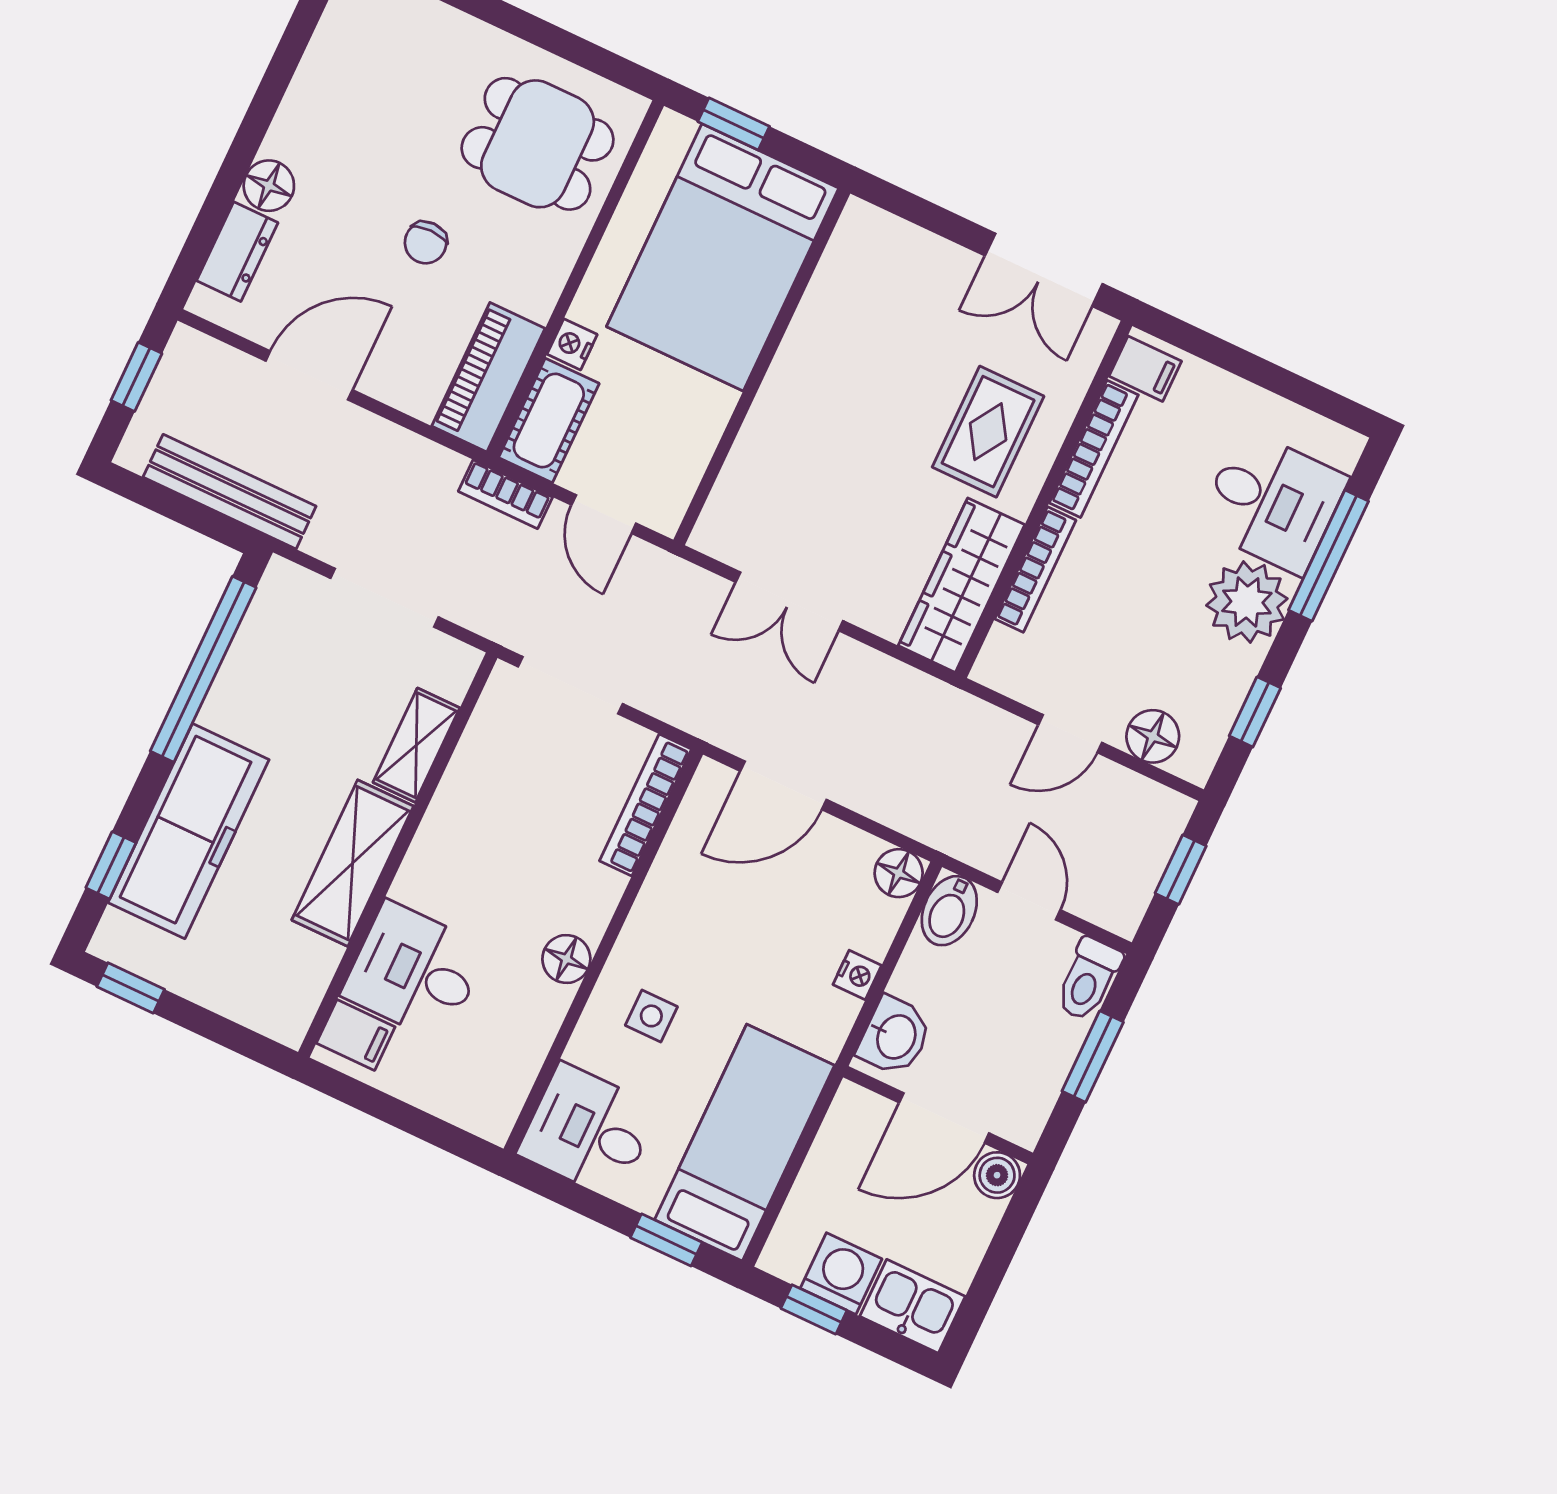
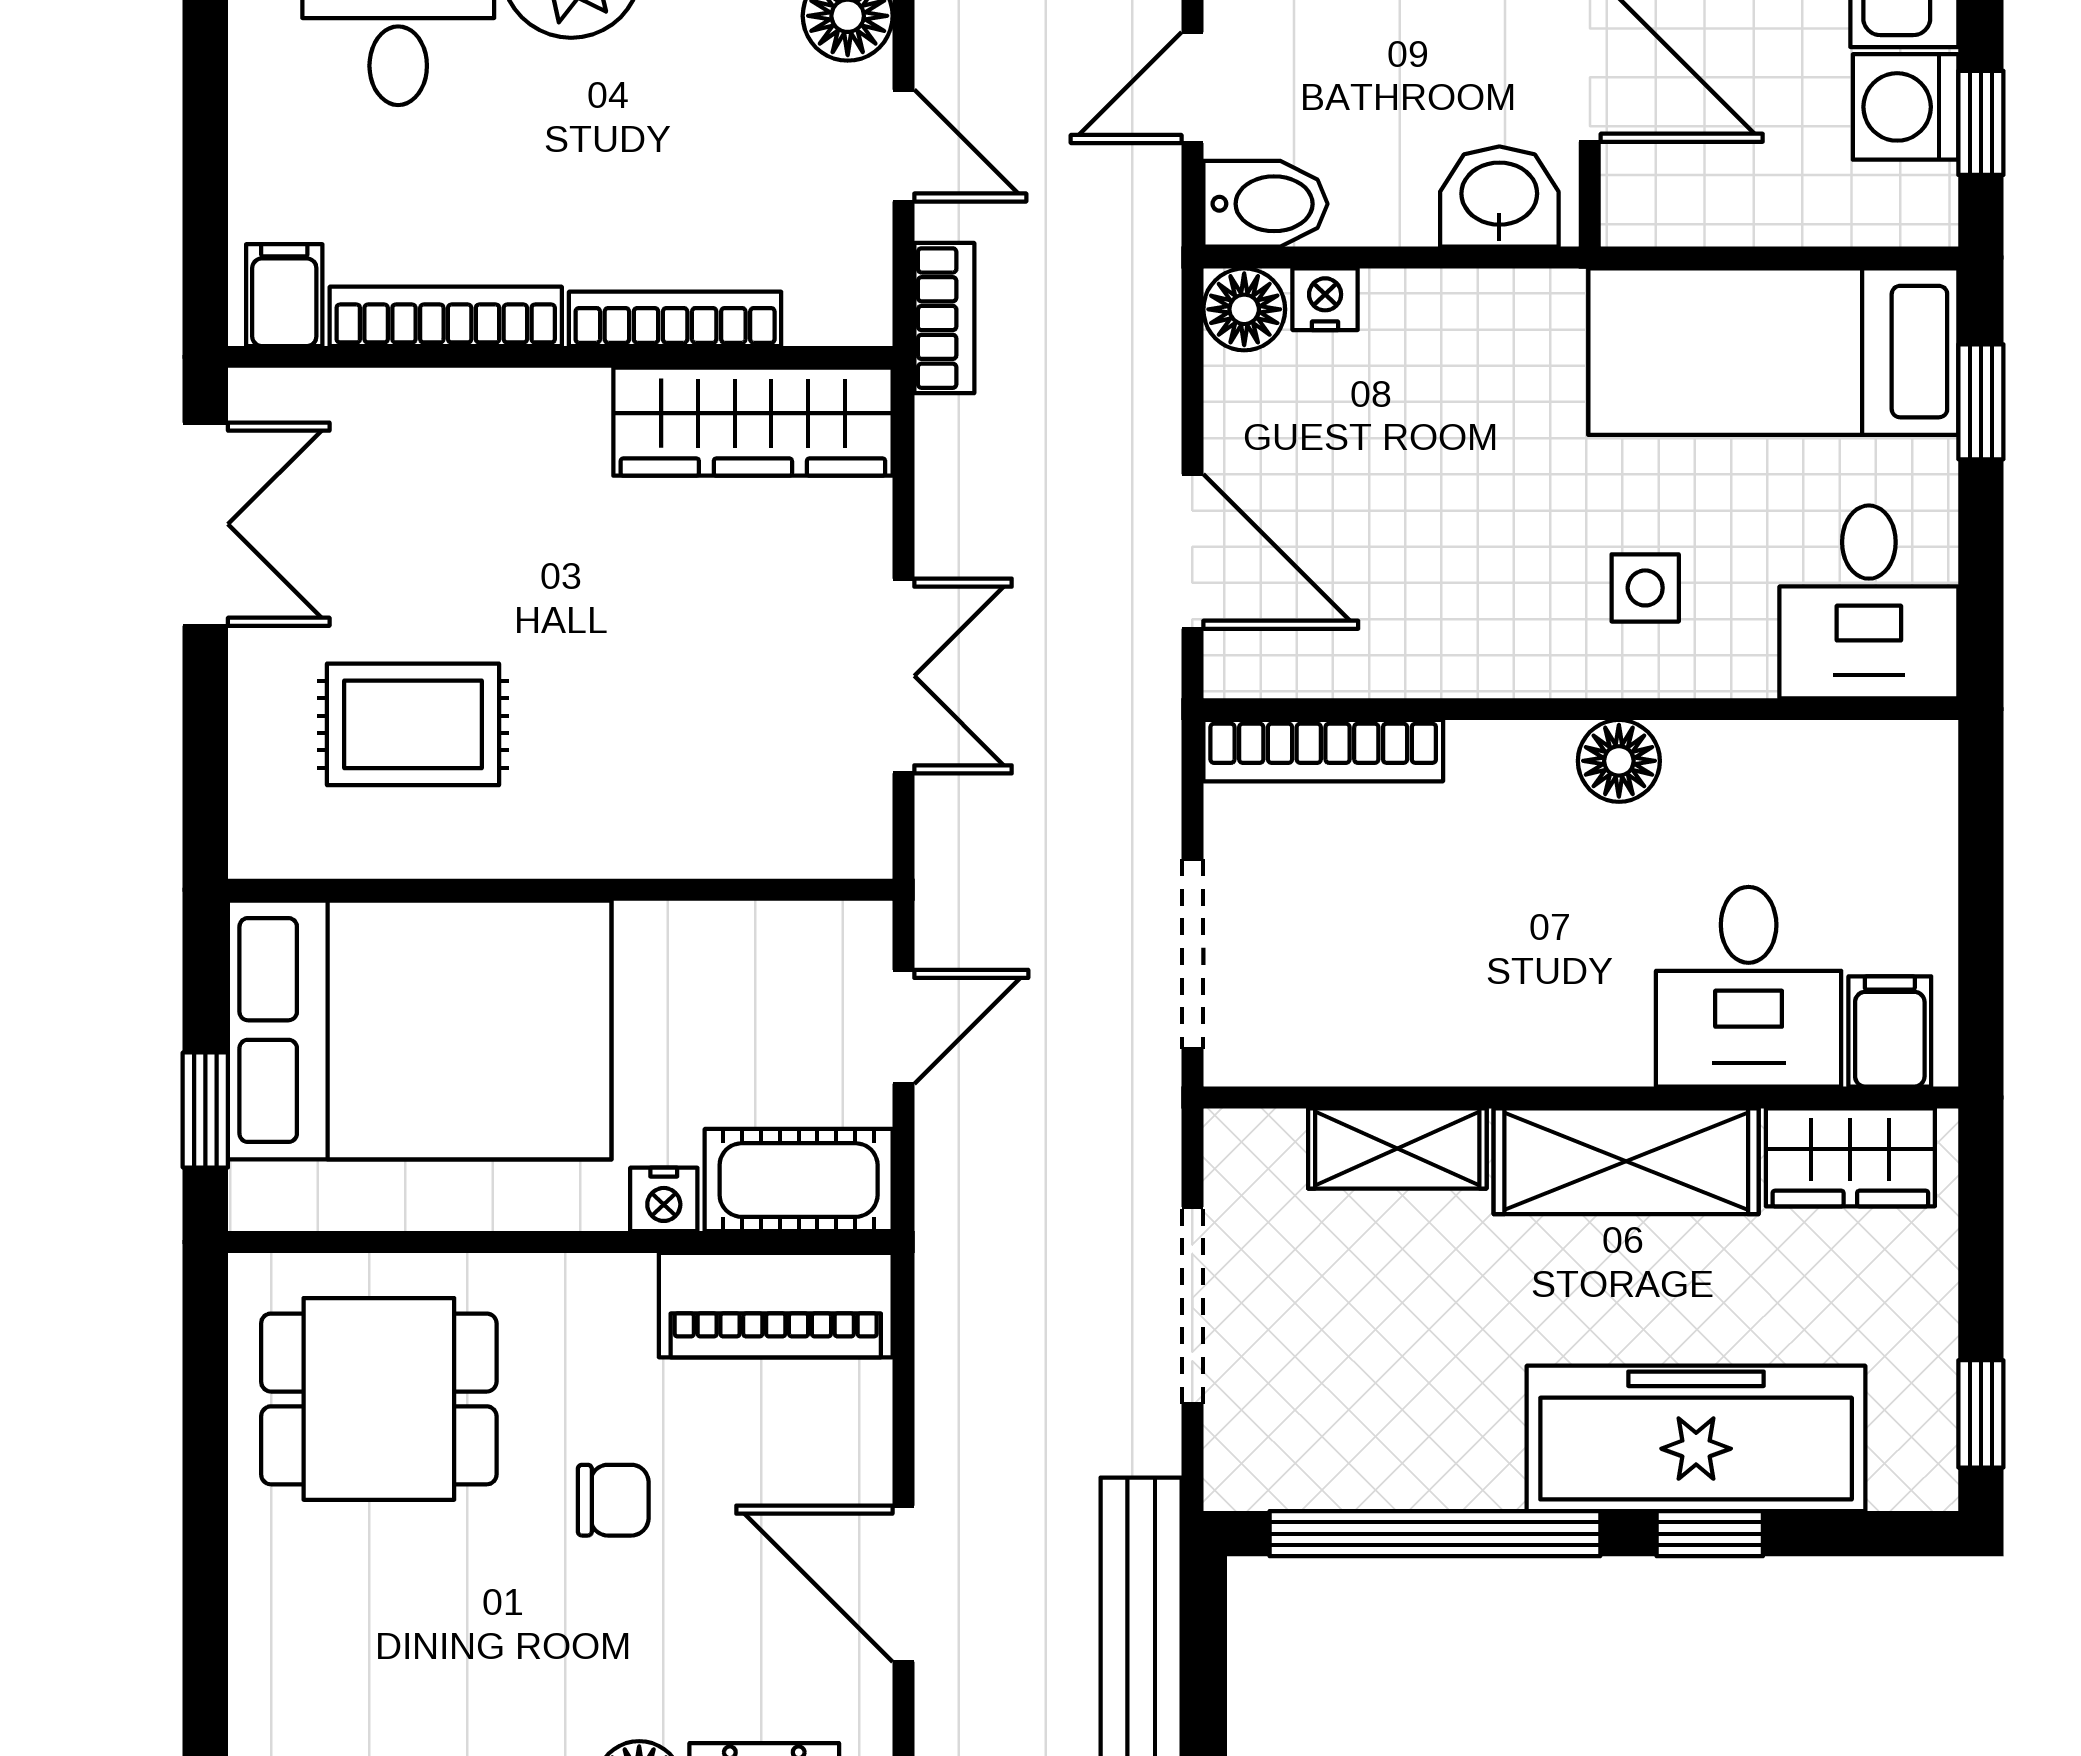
dining table: (538, 144) -> (379, 1399), turned 90
rug: (988, 432) -> (413, 724), moved
bookcase: (505, 494) -> (944, 318), moved
window: (111, 865) -> (1710, 1534), moved
nightstand: (857, 975) -> (1325, 299), moved
wardrobe: (299, 983) -> (1850, 1157), added

